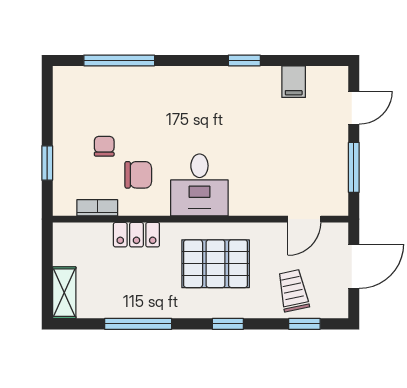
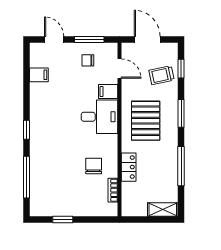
window: (244, 60) -> (26, 130), moved
chair: (104, 146) -> (88, 60), moved
window: (47, 163) -> (63, 219), moved
desk: (199, 185) -> (99, 117), moved
filing cabinet: (265, 200) -> (108, 92), added
window: (228, 324) -> (181, 113), width x1.50

